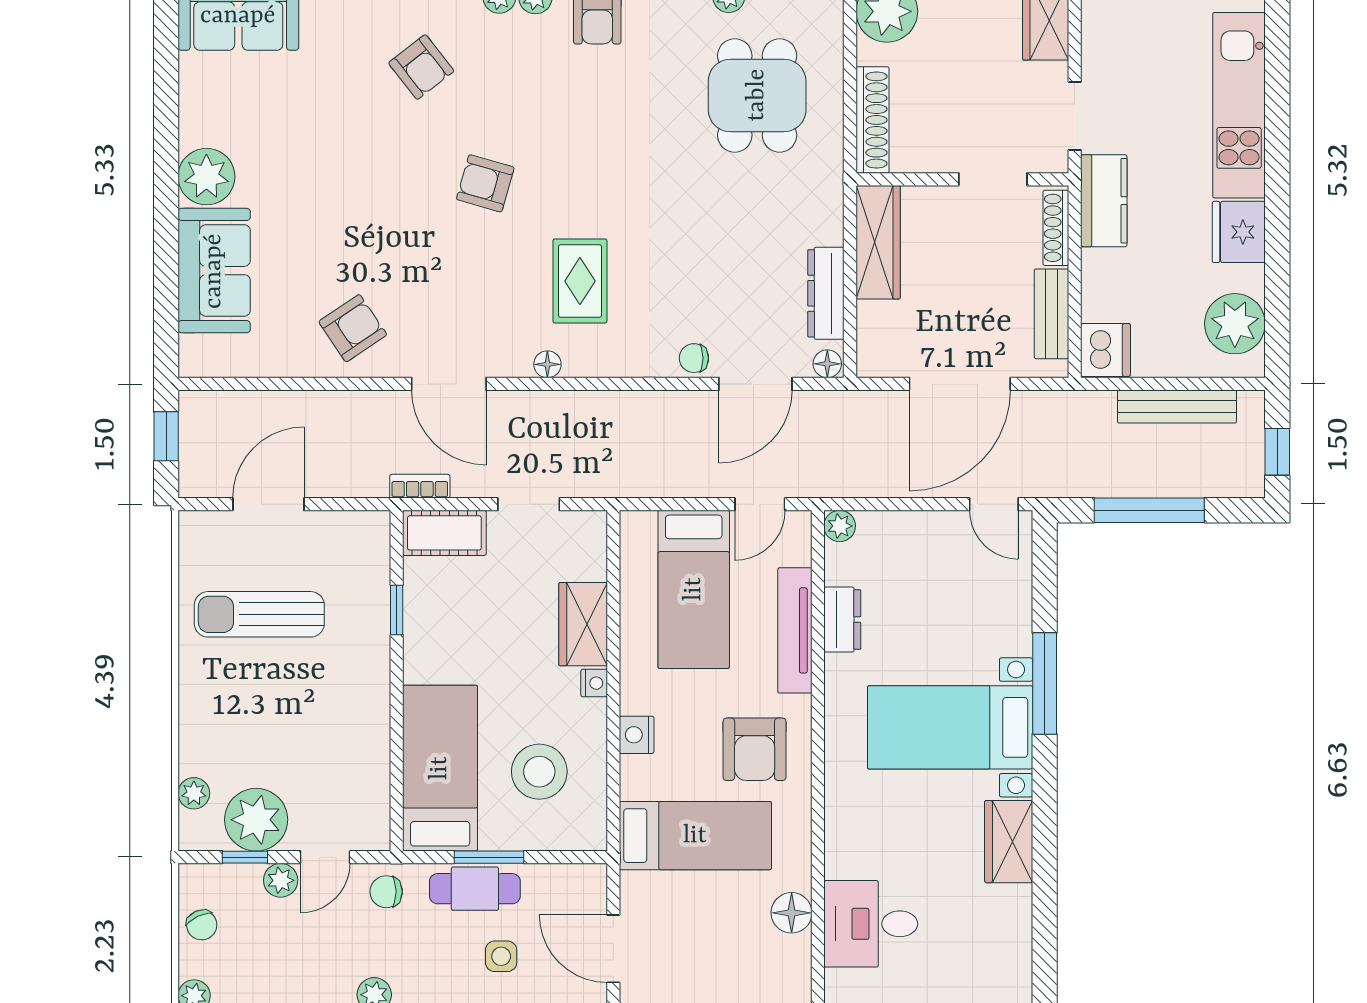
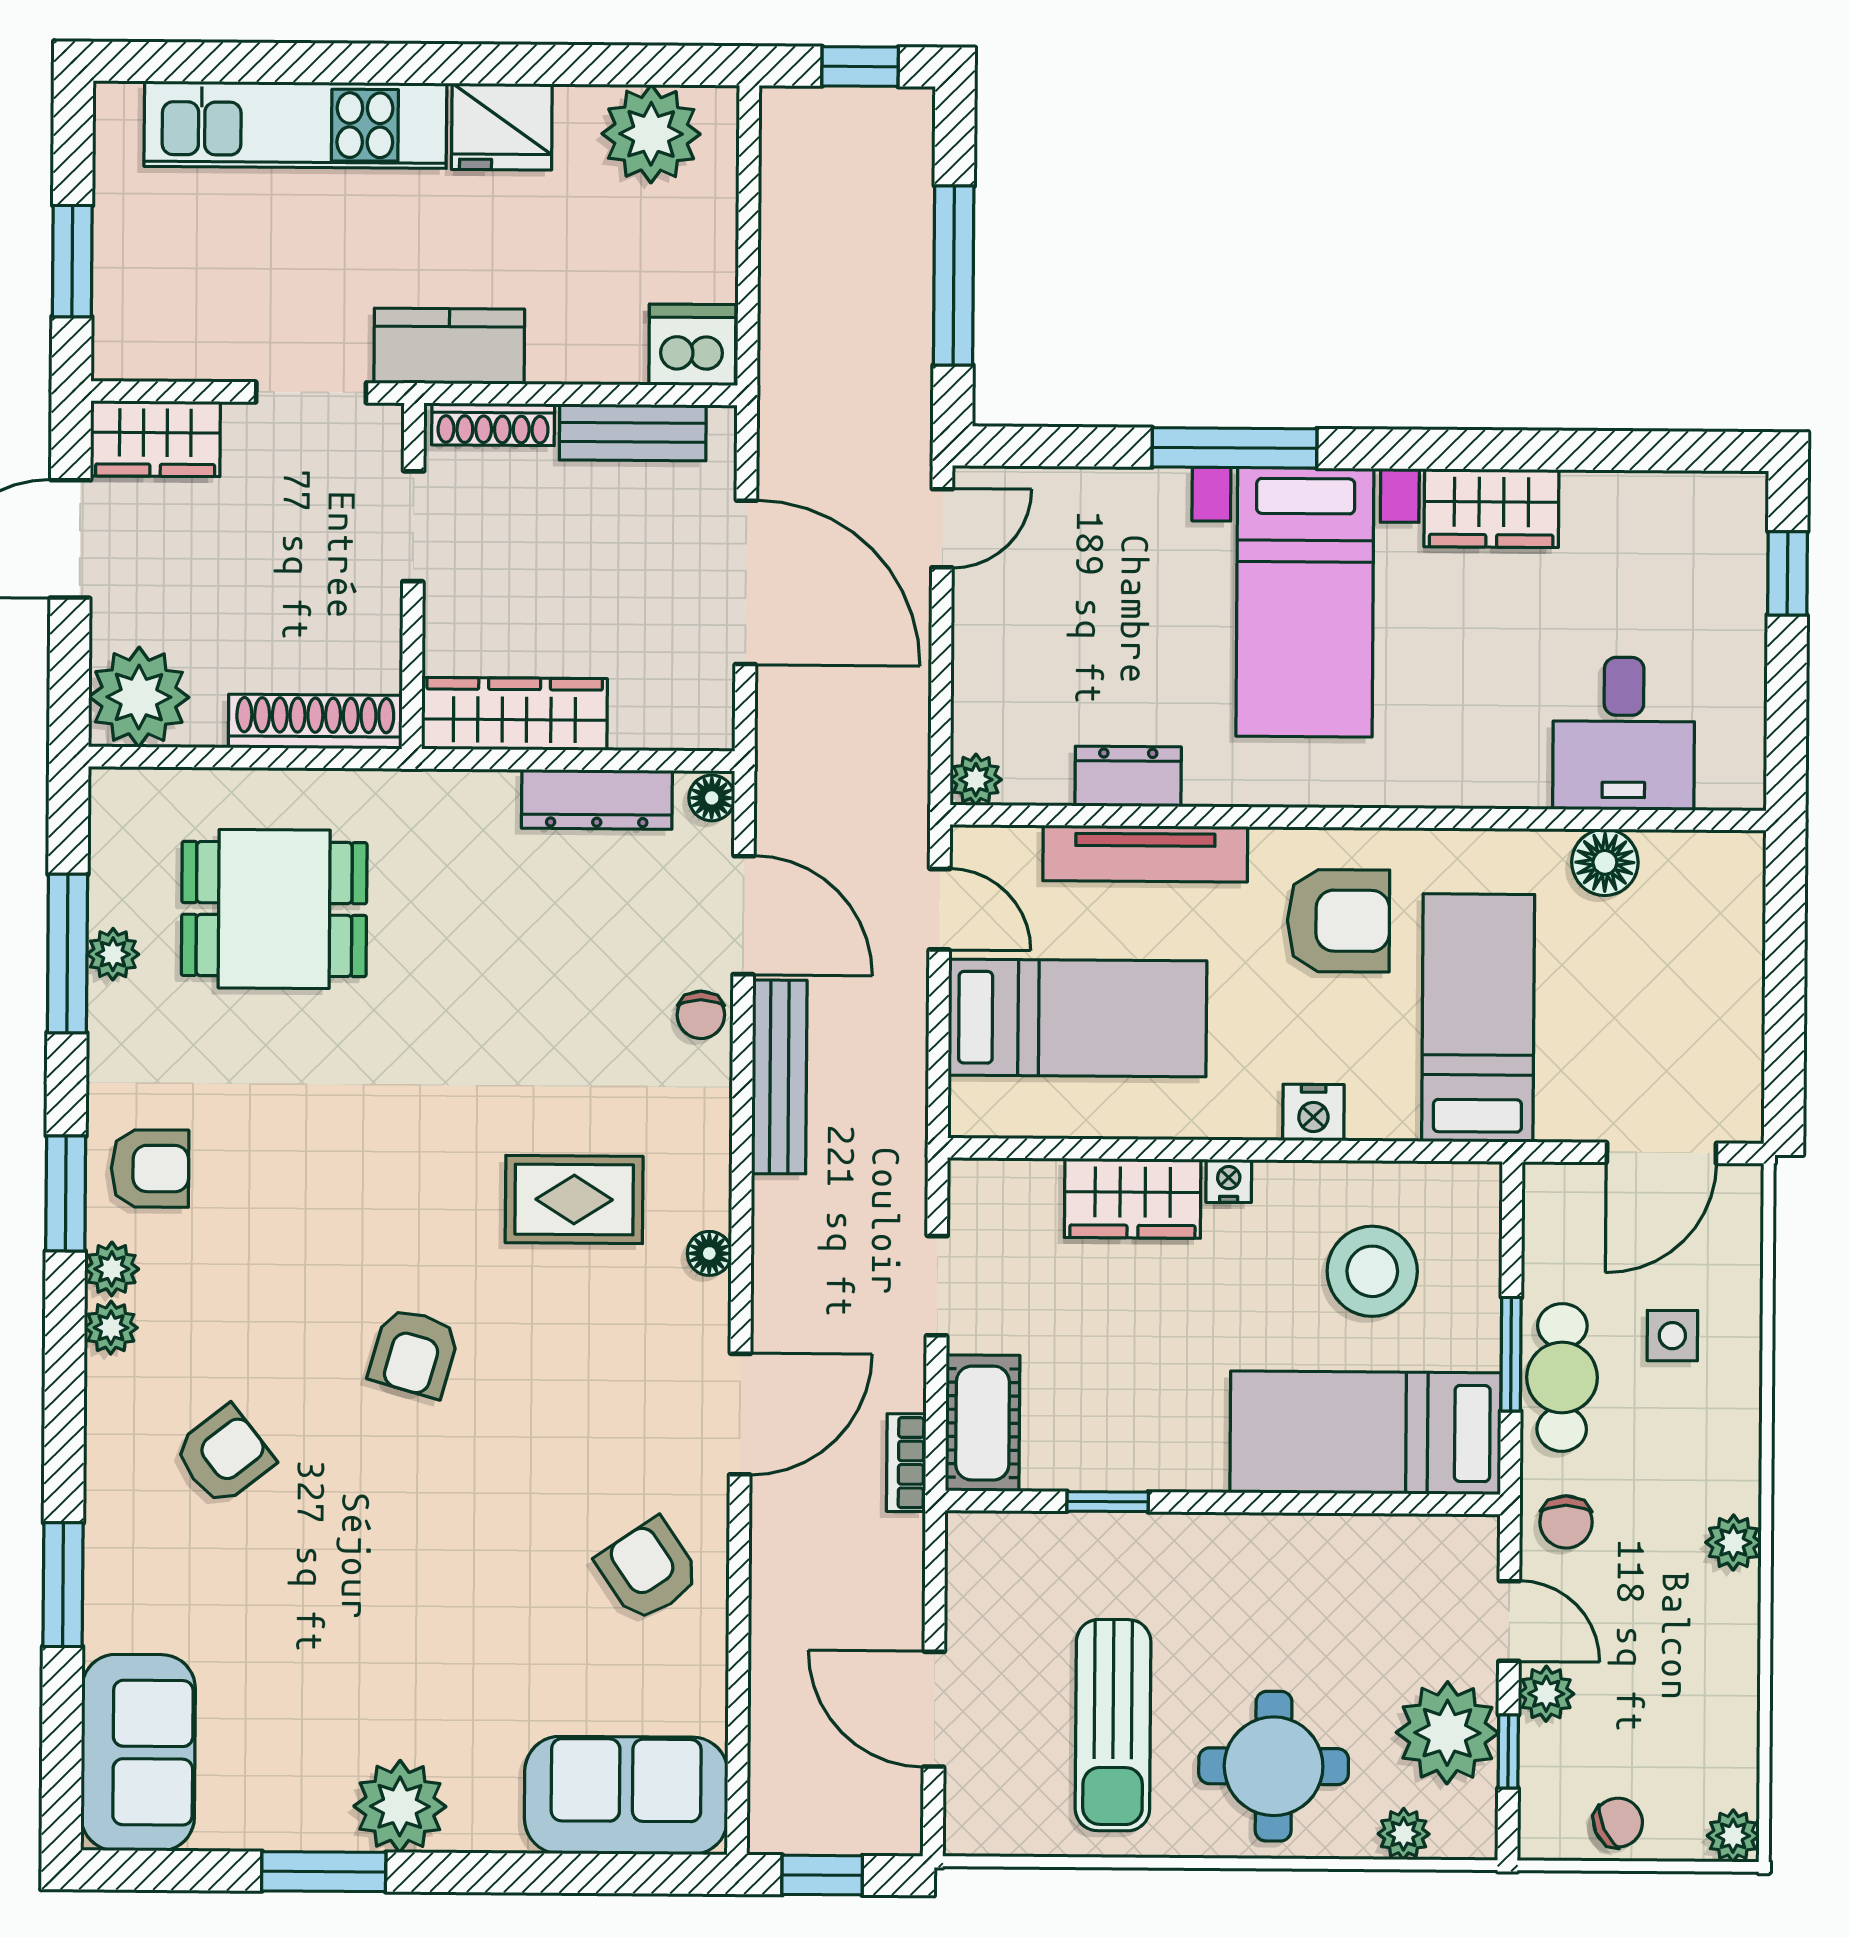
window: (166, 130) -> (324, 1872), added
sofa: (214, 271) -> (626, 1795), moved
bench: (1177, 407) -> (779, 1077), moved
round table: (235, 713) -> (1274, 1766), added

